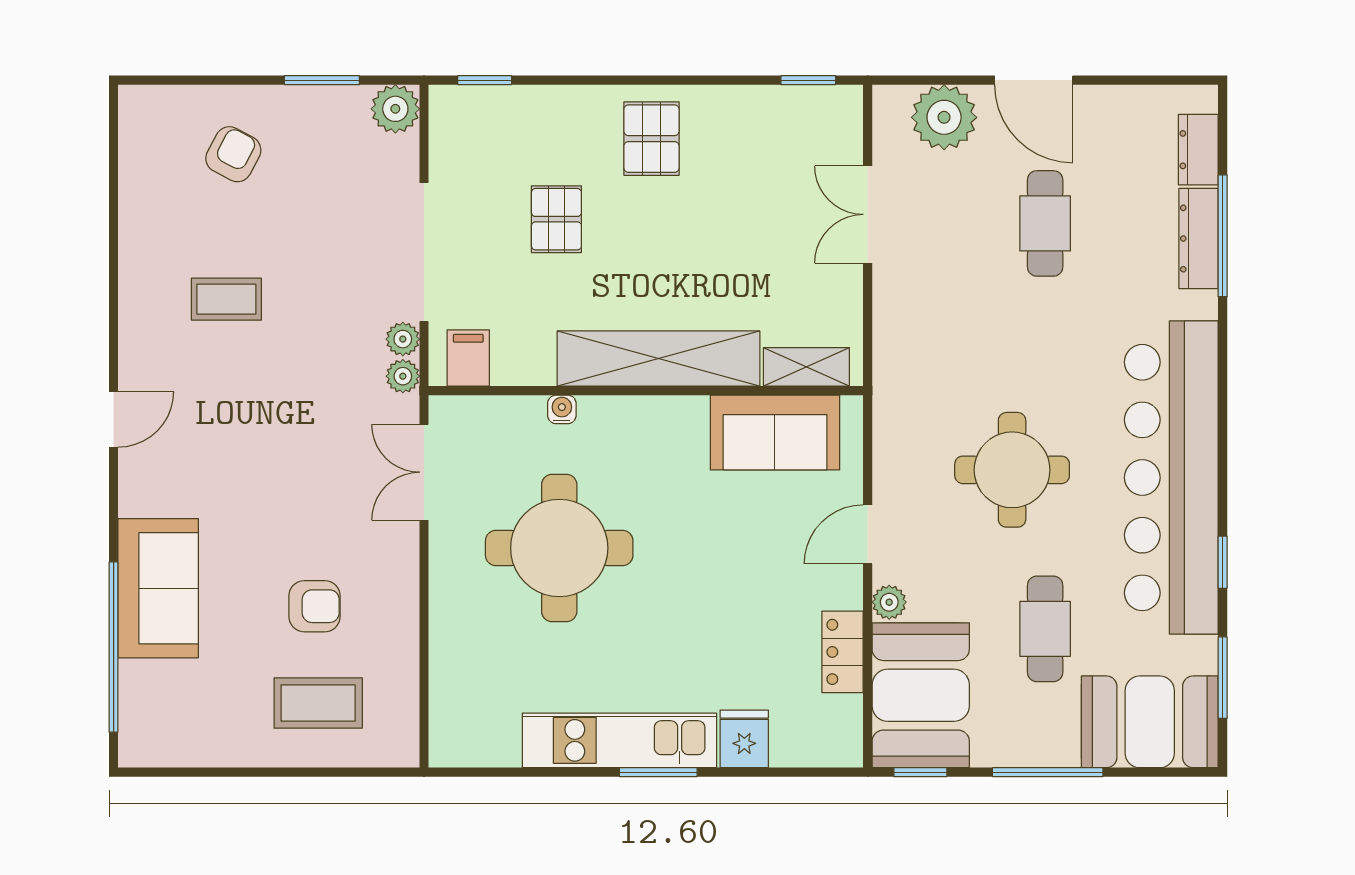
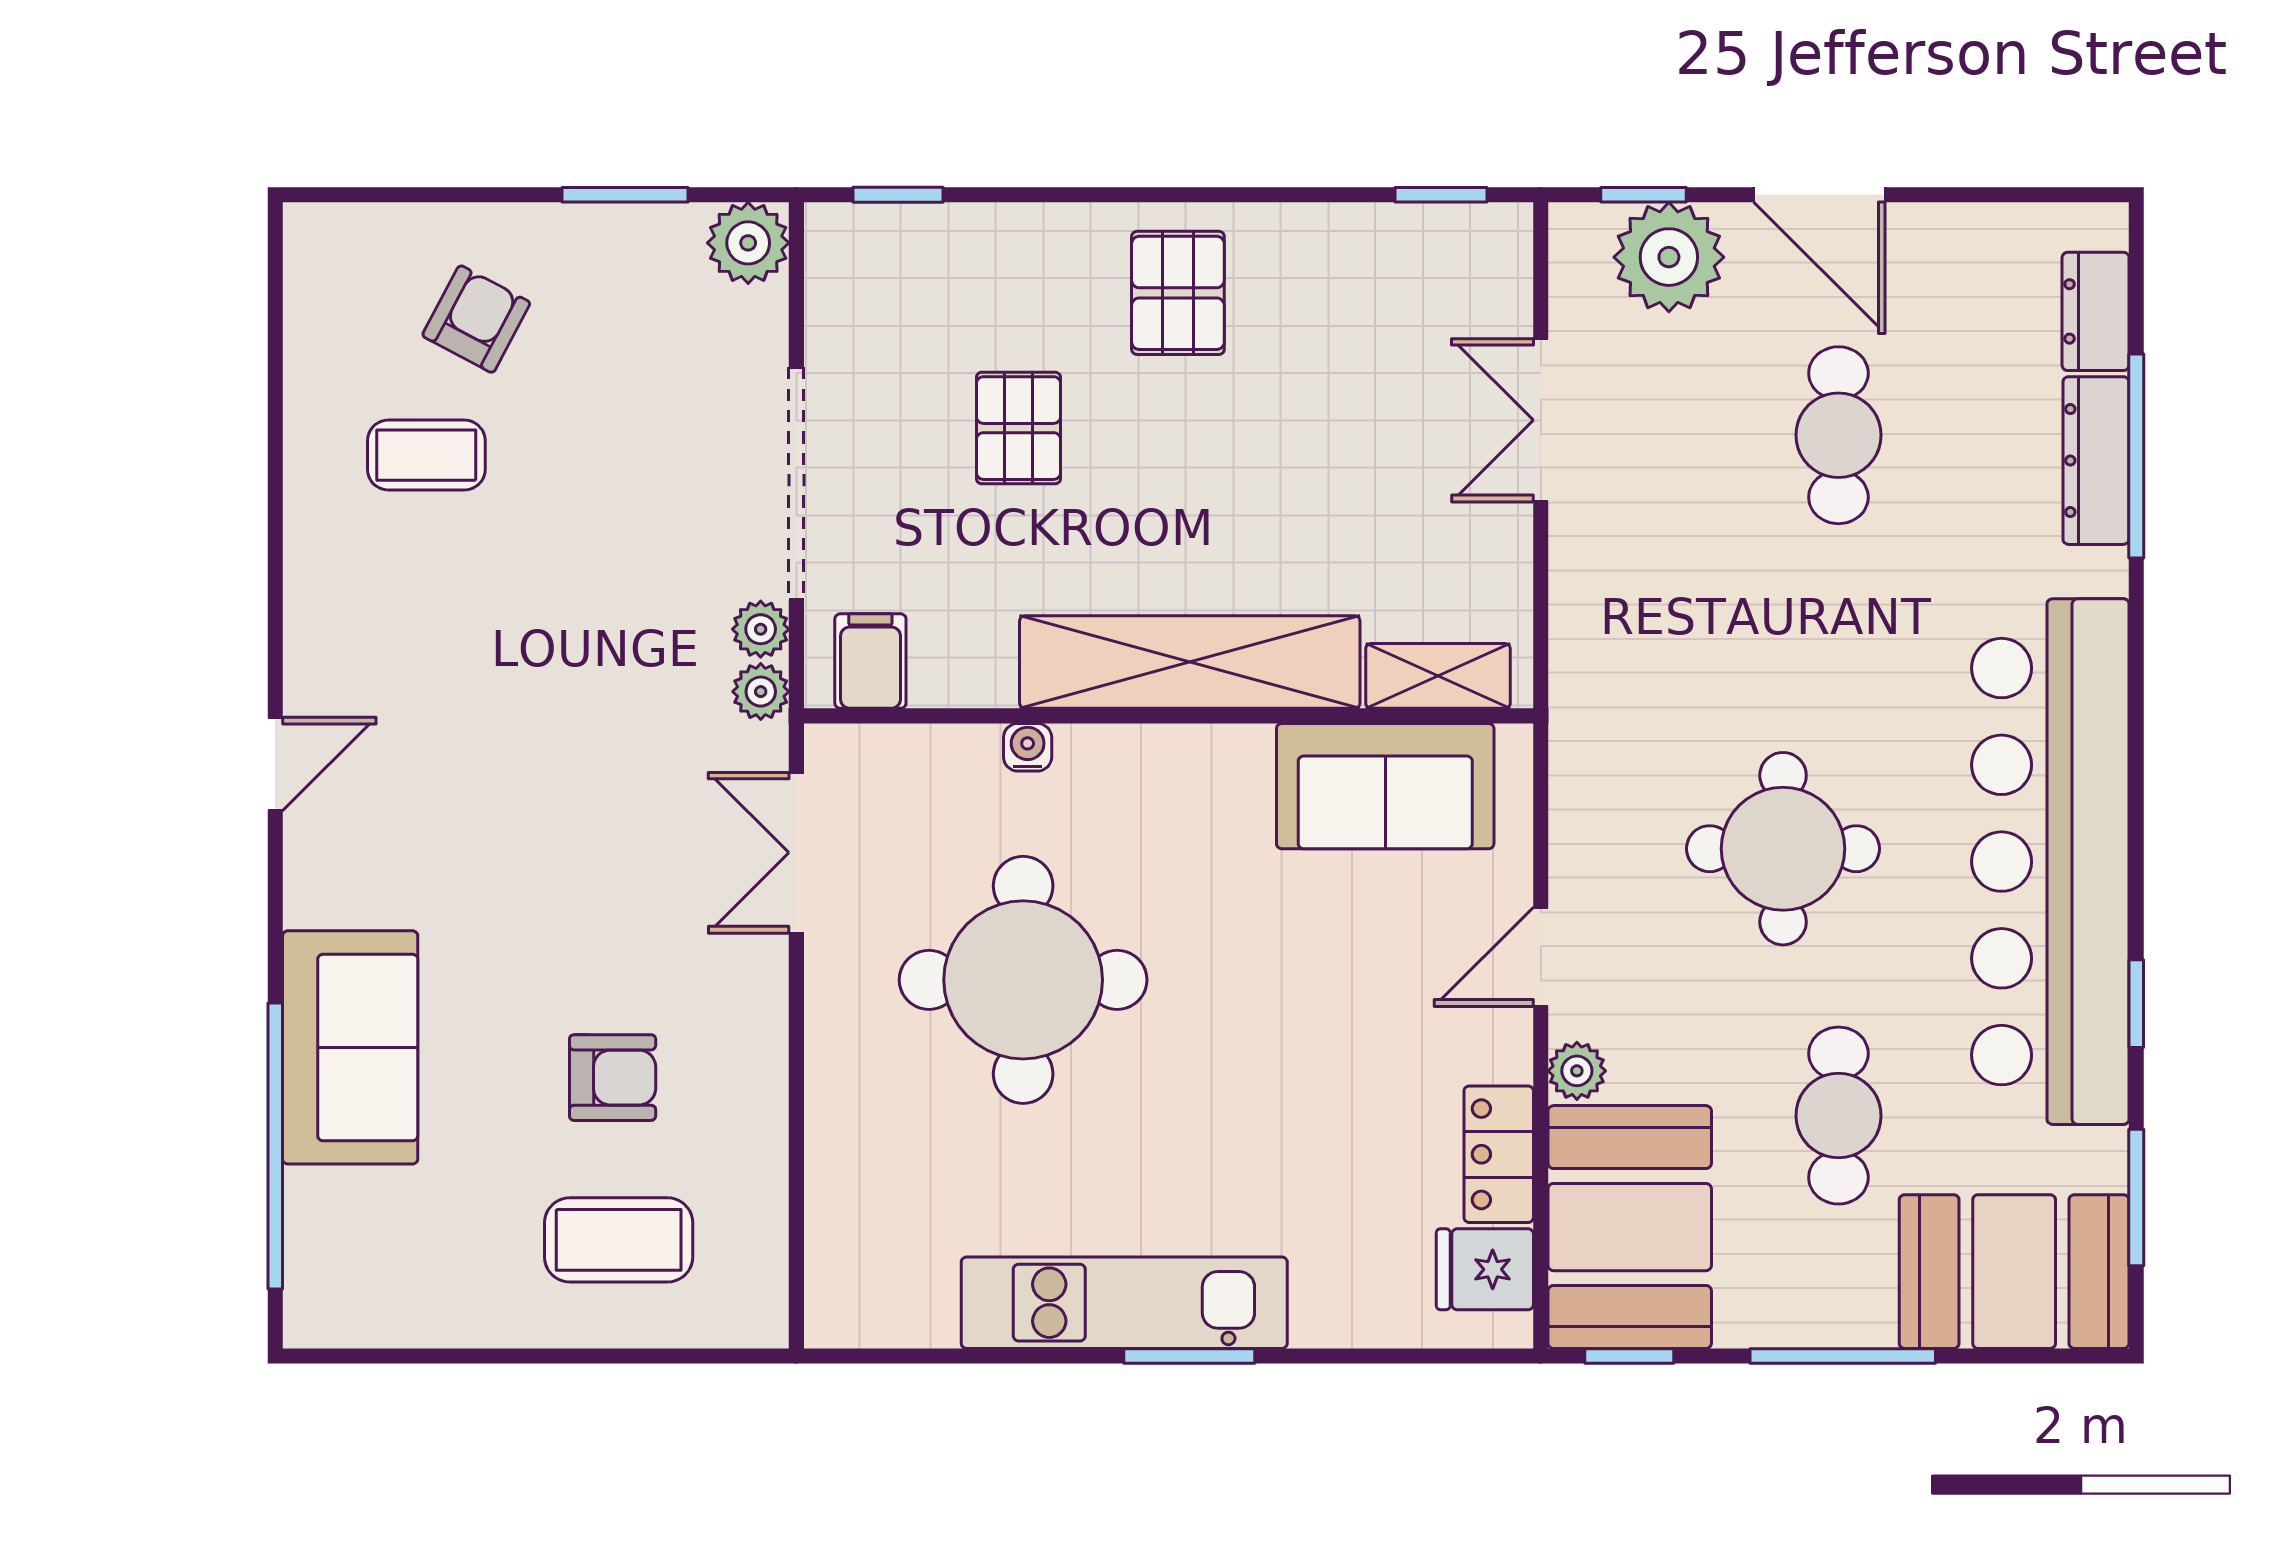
window: (929, 80) -> (1643, 195), added
coffee table: (226, 299) -> (426, 455), moved
fridge: (744, 739) -> (1485, 1269), moved, turned -90

